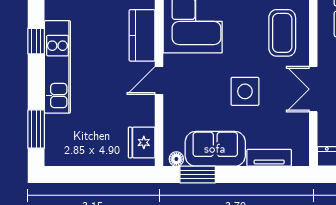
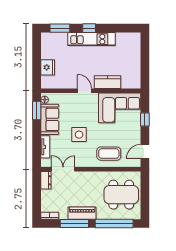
window: (36, 41) -> (89, 28), moved
double door: (313, 89) -> (63, 169), moved
fridge: (142, 142) -> (48, 67), moved, turned 90

